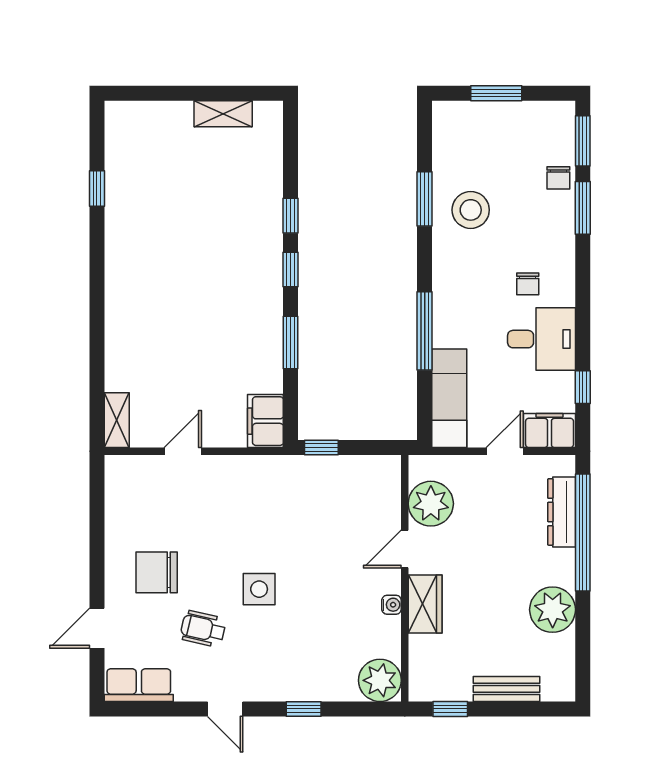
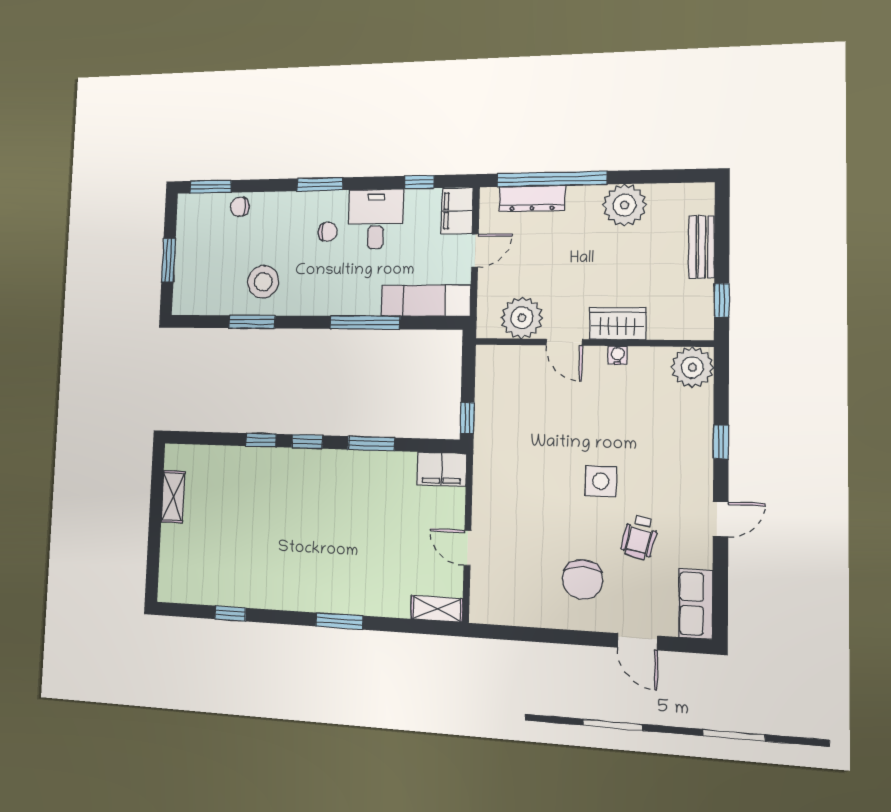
chair: (558, 178) -> (240, 207), turned 180
window: (583, 208) -> (320, 184), moved
window: (97, 314) -> (339, 621), added
door: (505, 451) -> (475, 251), swing flipped

